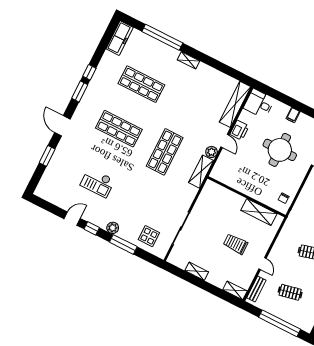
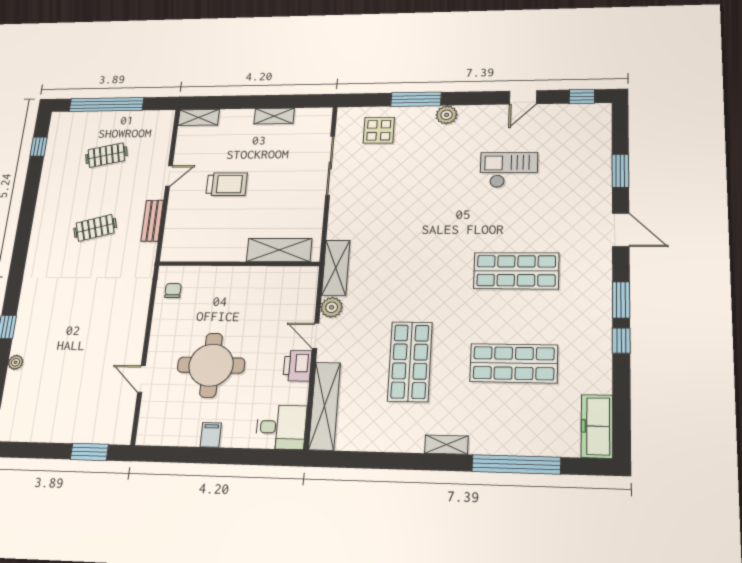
shop shelf: (165, 152) -> (410, 362), moved
shelving: (259, 212) -> (279, 250), moved
window: (92, 228) -> (582, 96), moved
door: (263, 264) -> (169, 176), swing flipped
bench: (256, 289) -> (152, 221), moved

